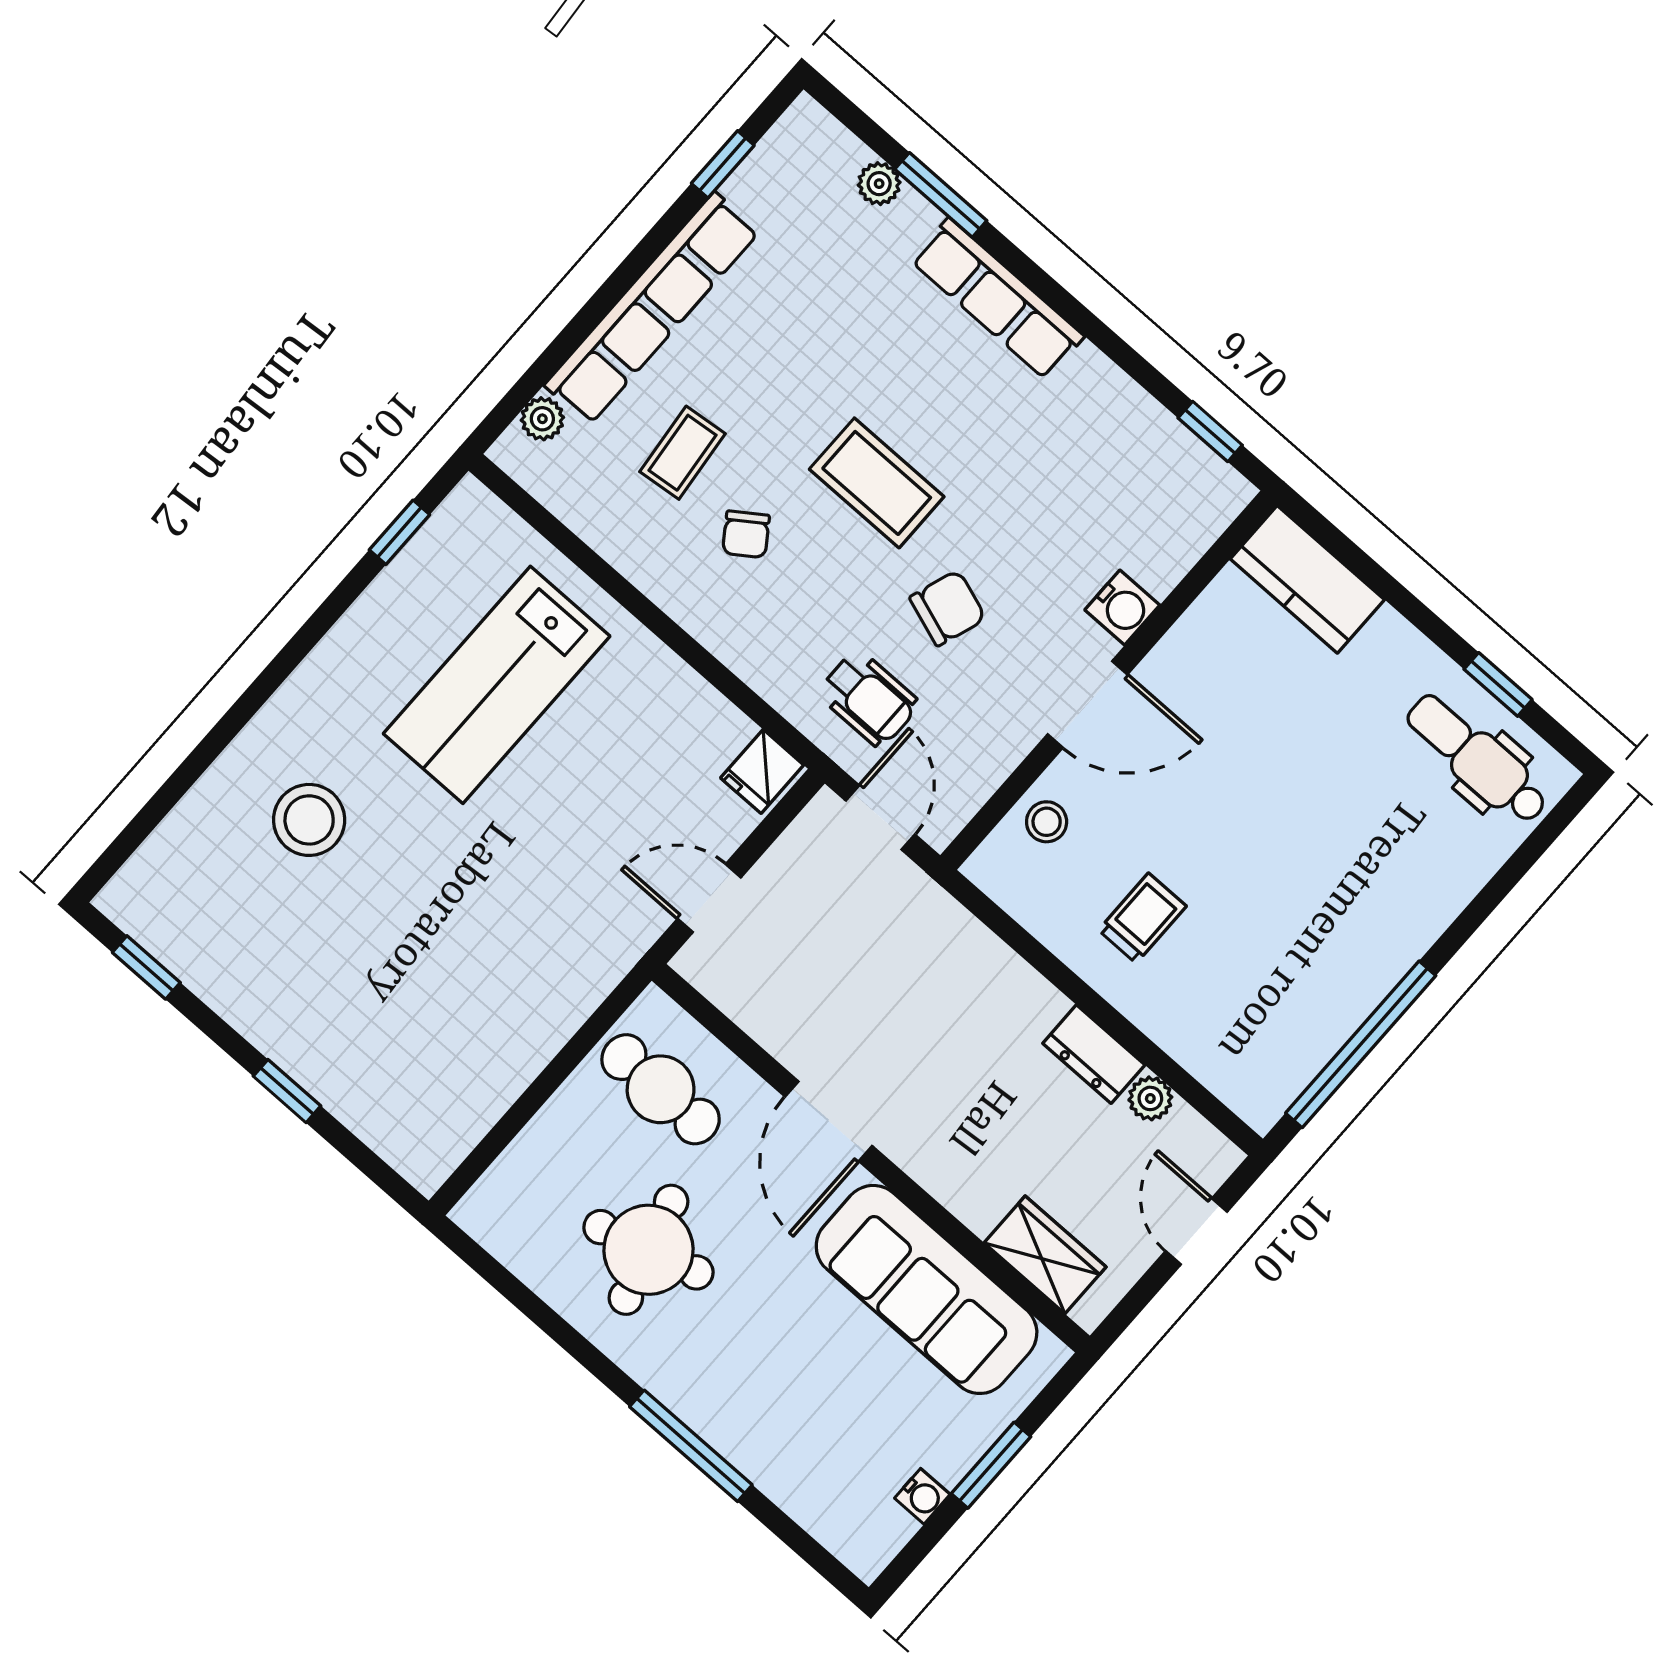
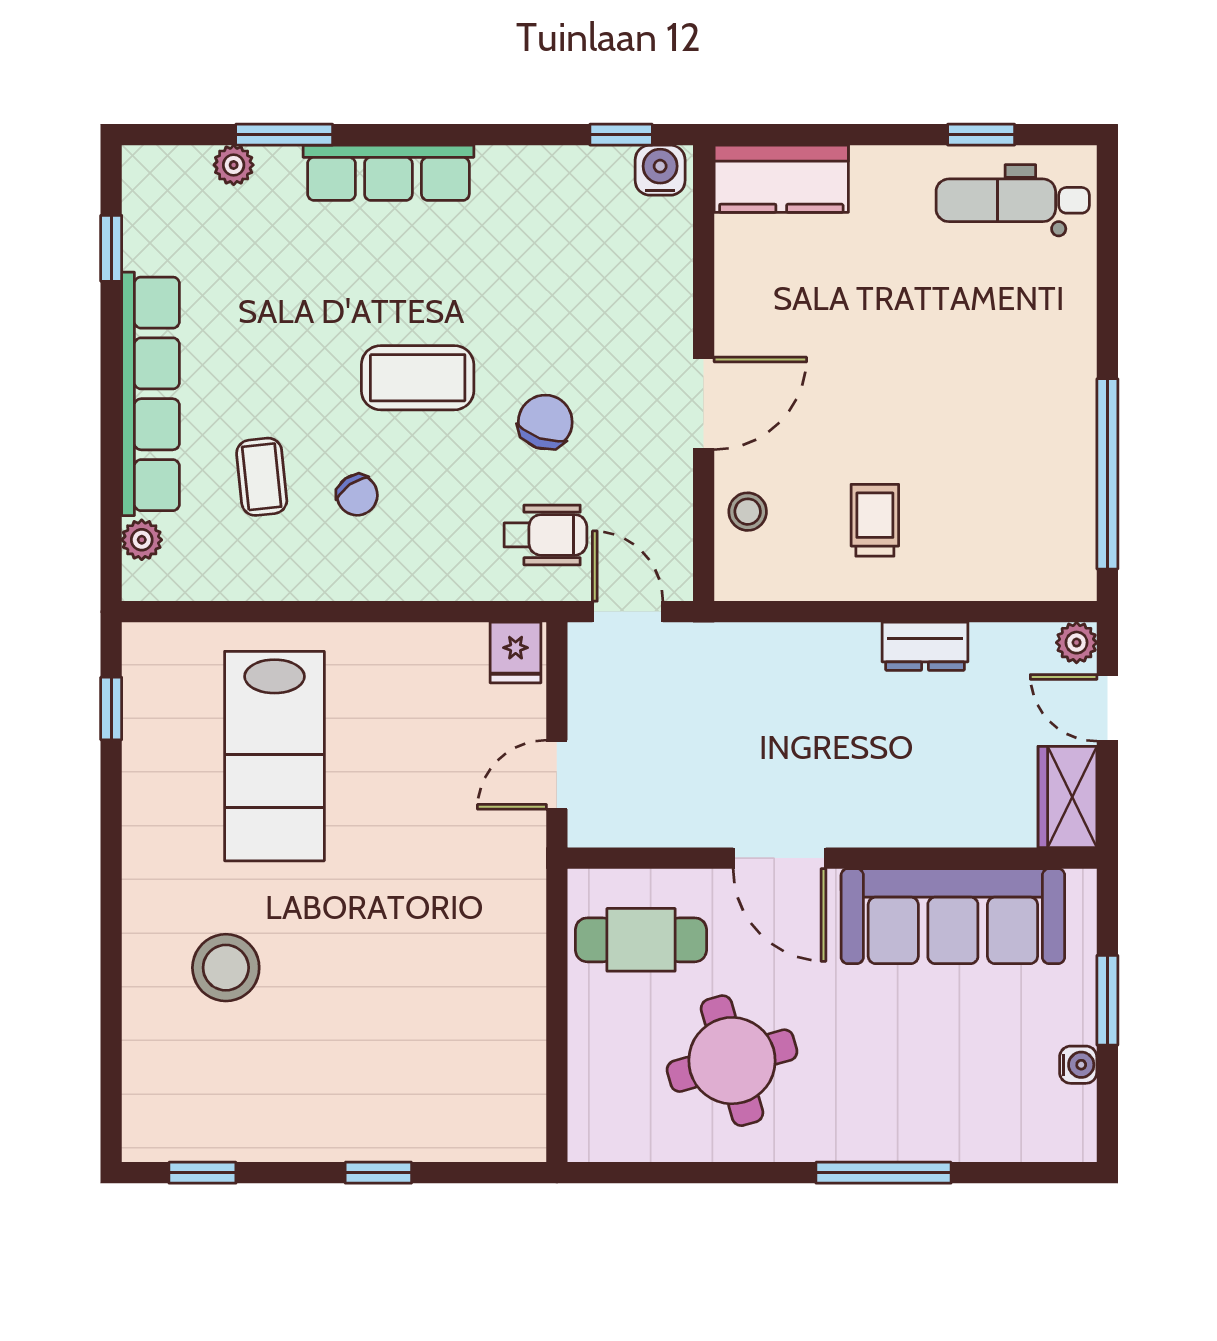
water cooler: (1122, 607) -> (660, 170), moved, turned -90
plant: (1150, 1098) -> (1077, 643), moved
wardrobe: (1045, 1255) -> (1067, 797), moved, turned -90

